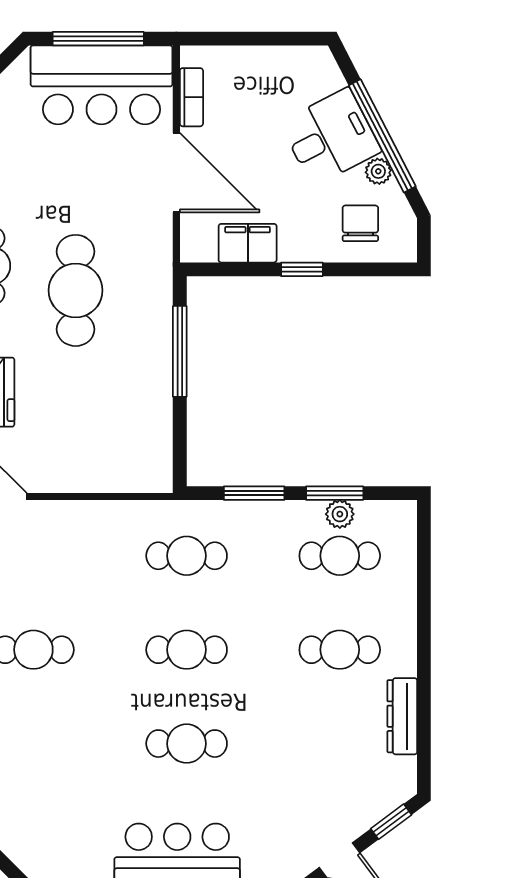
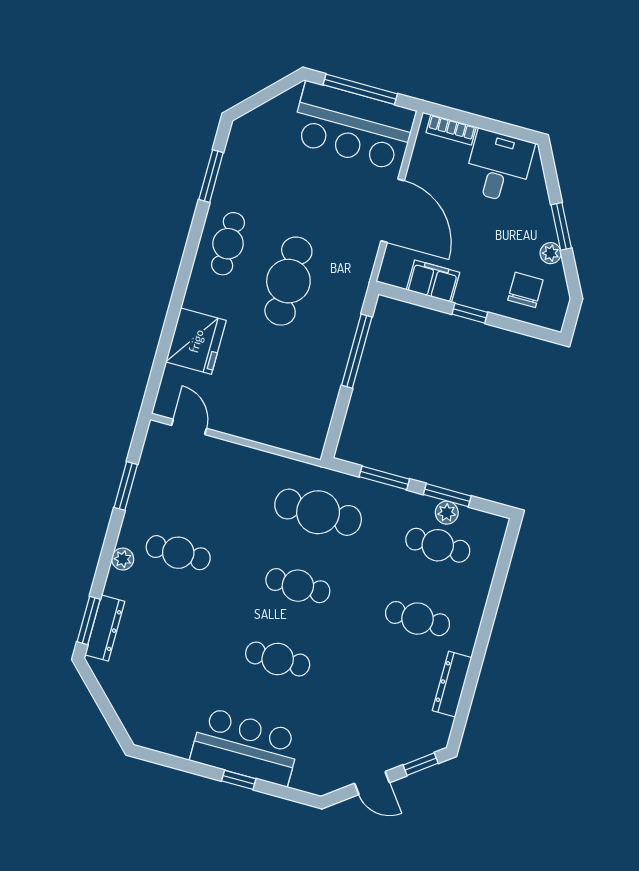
bookcase: (191, 97) -> (451, 130), moved, turned 90
window: (382, 136) -> (561, 226), width x0.47
desk: (330, 137) -> (499, 166), moved, turned -63
cafe table: (187, 556) -> (318, 512), width x1.37, depth x1.35

